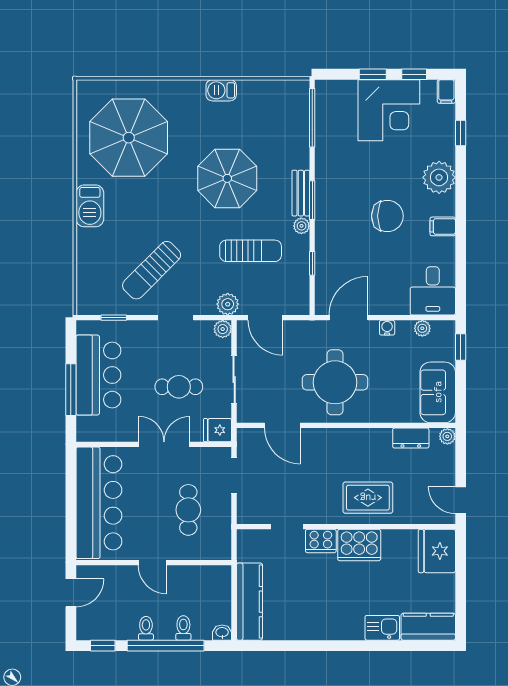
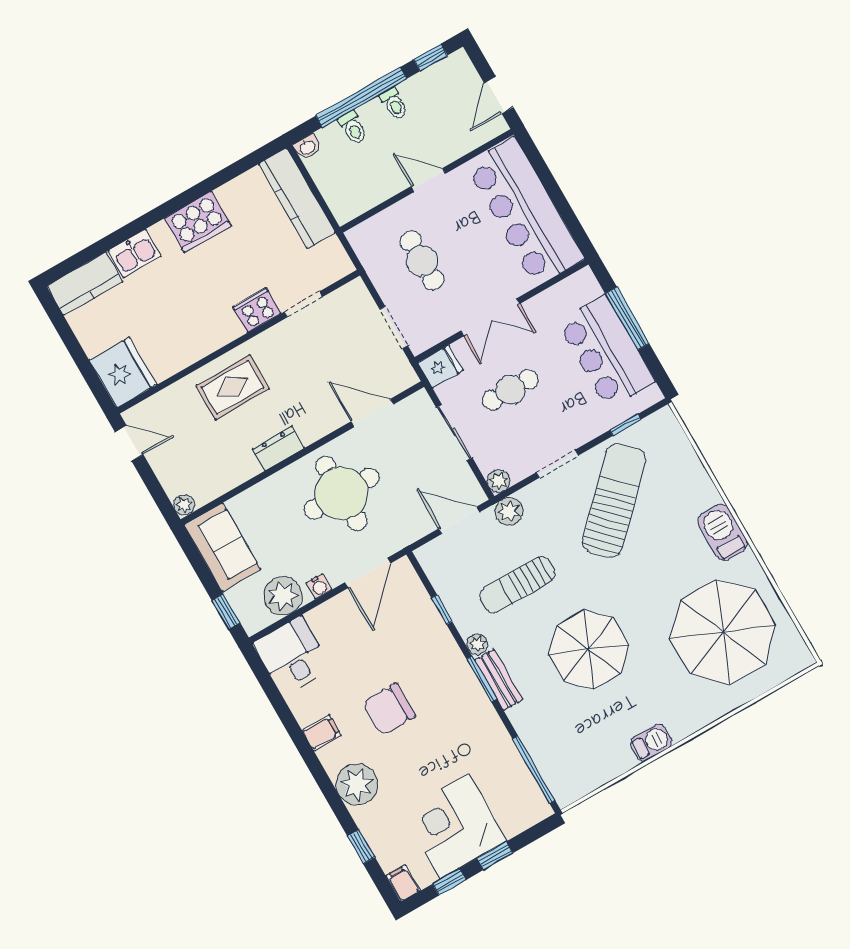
sun lounger: (152, 270) -> (614, 501), width x1.36, depth x1.34
plant: (422, 328) -> (283, 596), width x1.88, depth x1.88
dresser: (411, 438) -> (278, 448), moved
cooker: (359, 545) -> (198, 222), moved, turned 180

